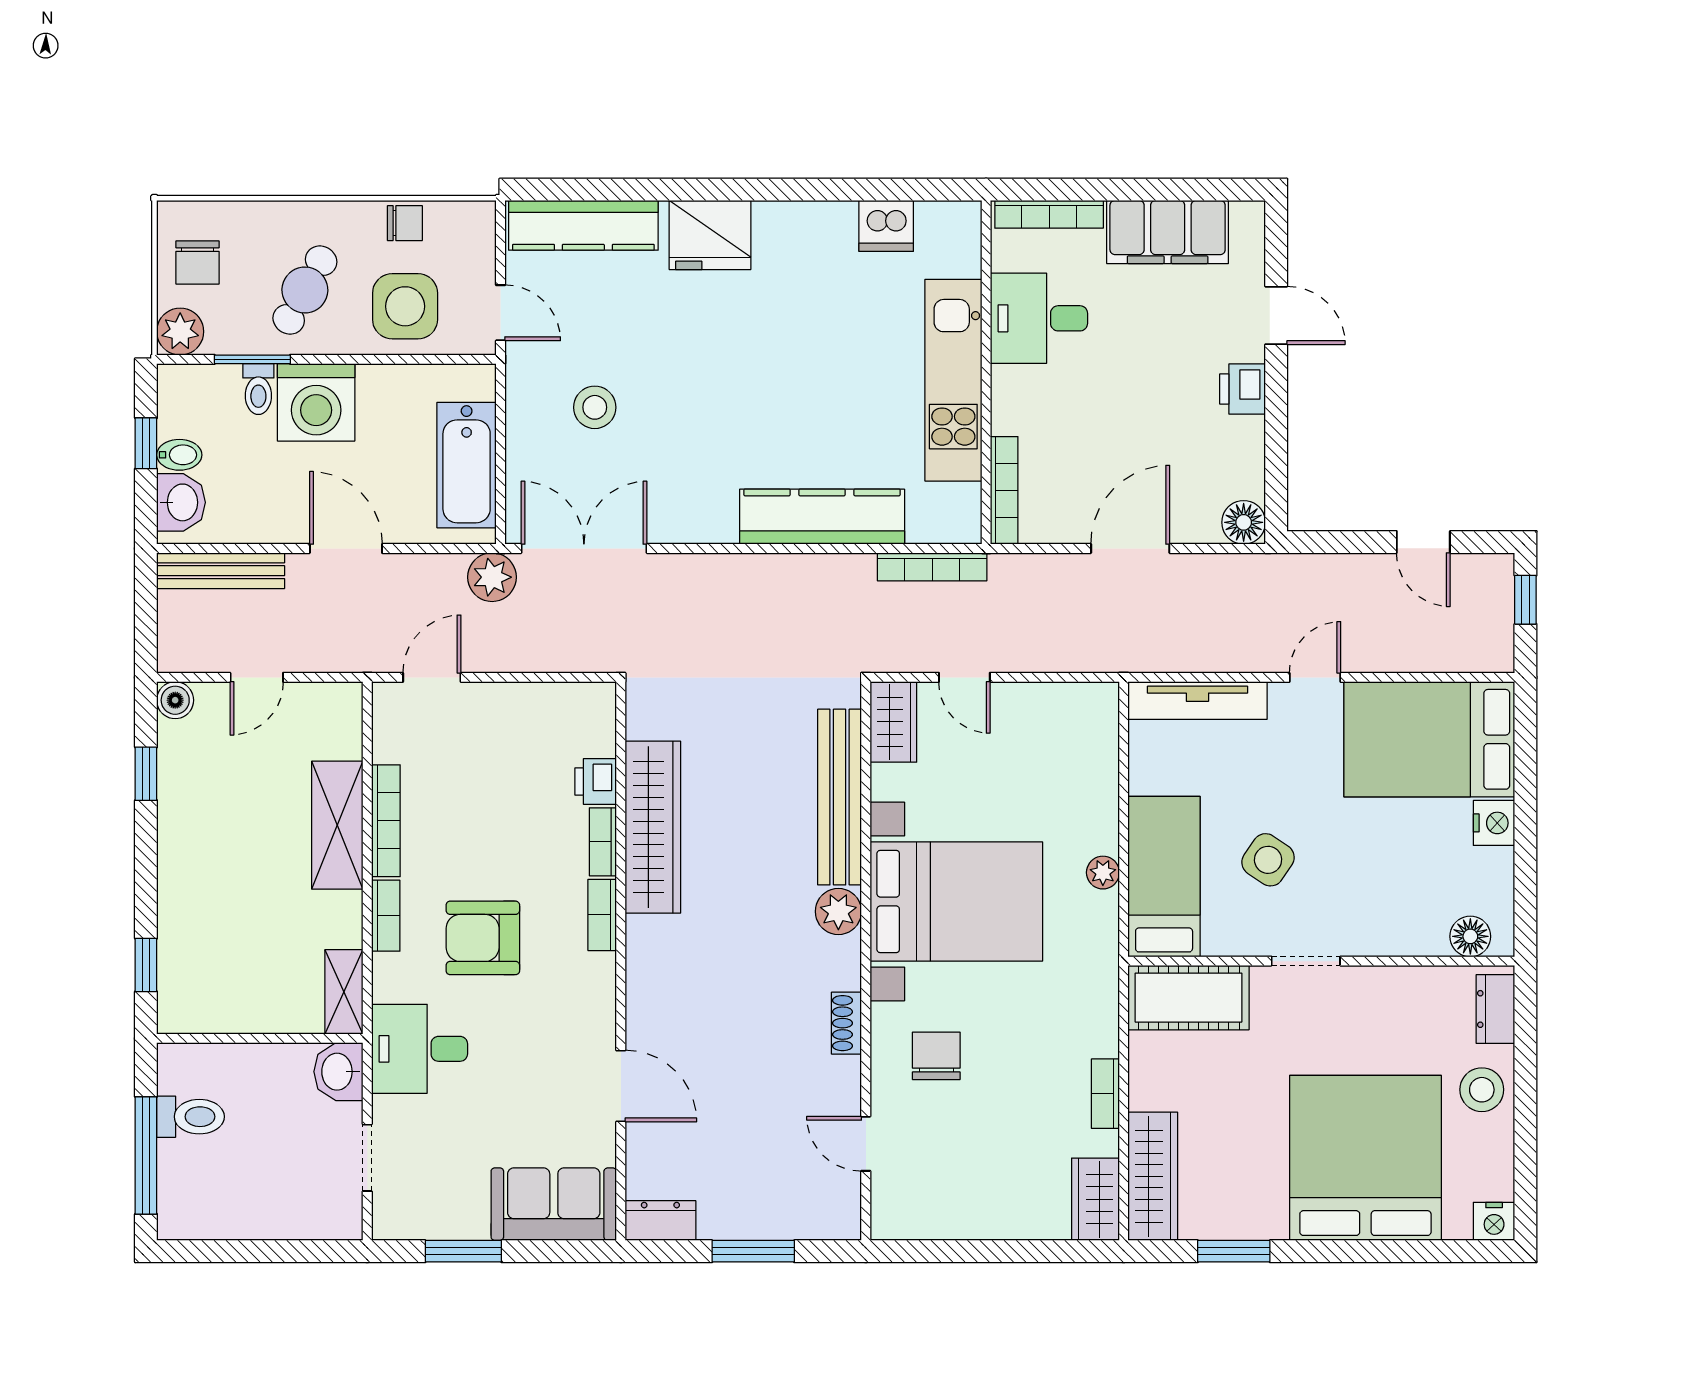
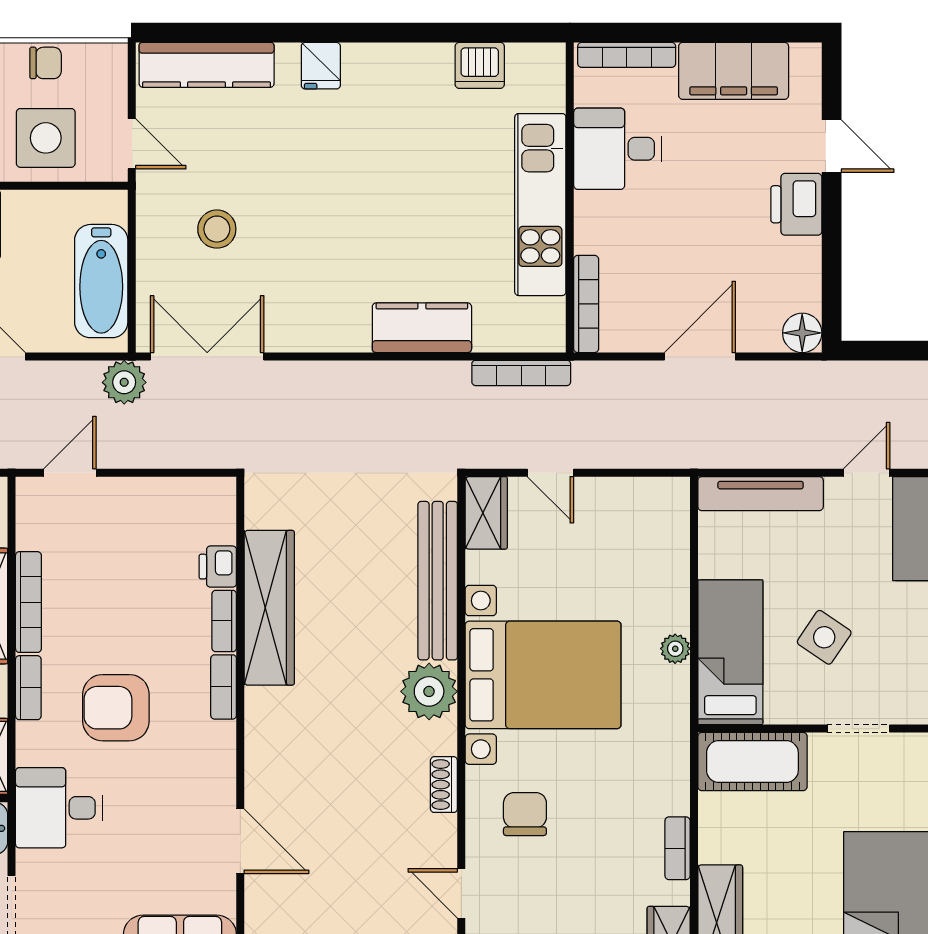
fridge: (710, 235) -> (321, 66), width x0.53, depth x0.75
printer: (1243, 389) -> (796, 204), width x1.36, depth x1.24
kitchen counter: (822, 517) -> (422, 328), width x0.67
plant: (838, 911) -> (429, 691), width x1.36, depth x1.36

